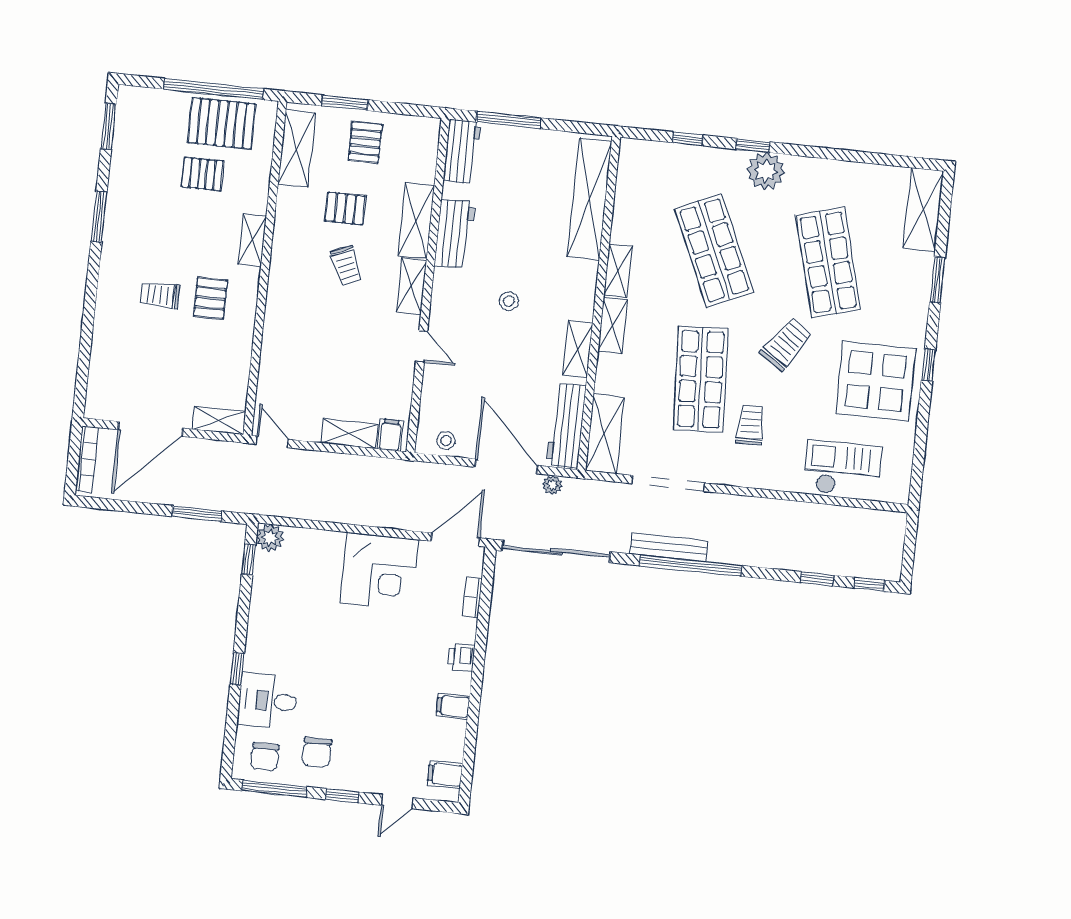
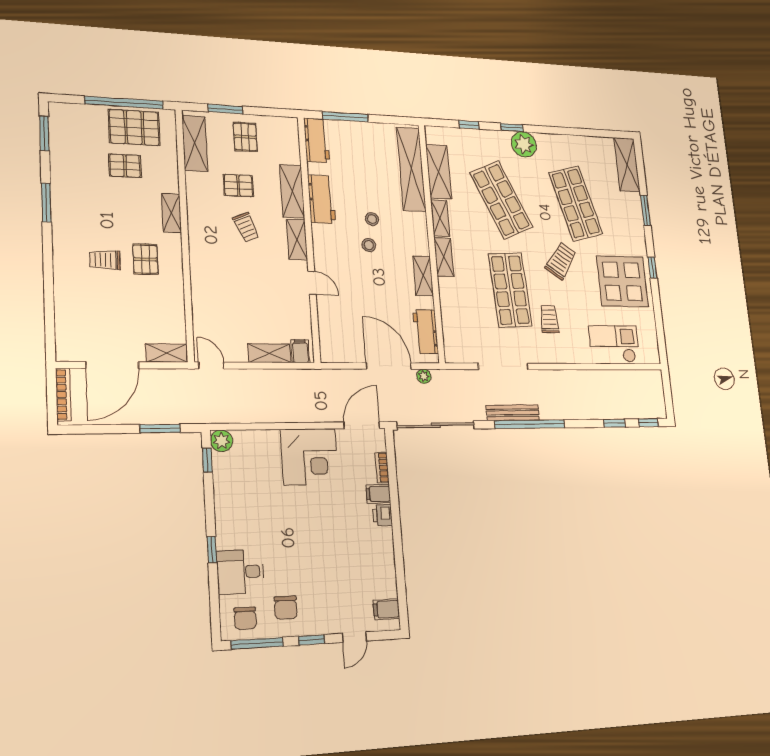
workbench: (566, 426) -> (426, 332), width x0.73
shelving: (605, 434) -> (439, 172), moved
stool: (446, 440) -> (372, 219), moved
filing cabinet: (453, 706) -> (378, 494), moved

